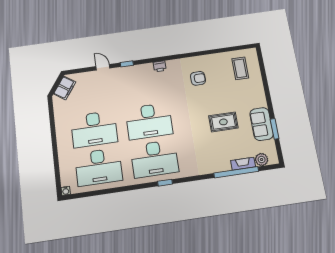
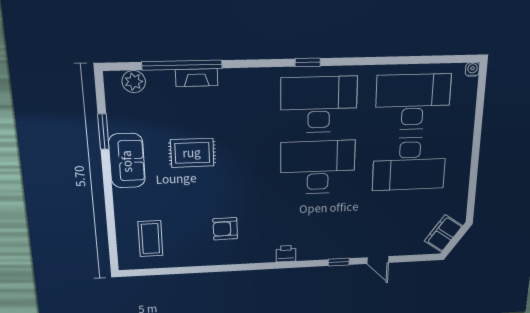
sofa: (262, 124) -> (127, 161), moved
desk: (94, 129) -> (409, 164), turned 180
fireplace: (243, 164) -> (197, 78), moved

